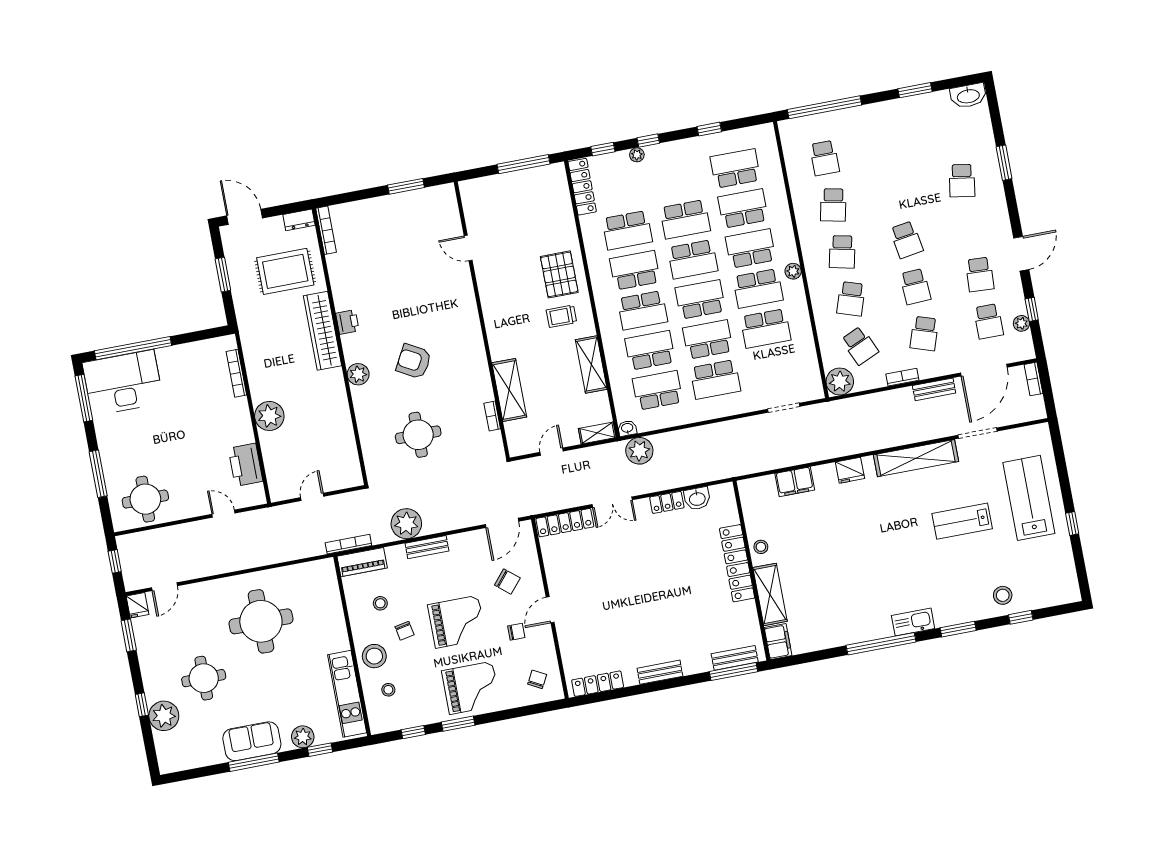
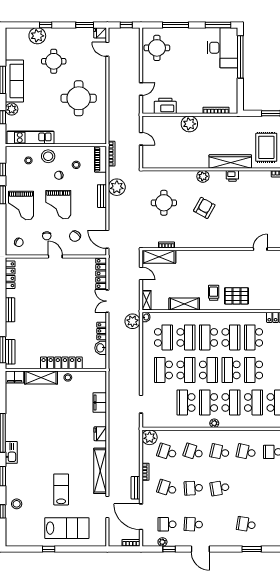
school desk: (860, 346) -> (167, 452), turned 42
shelving: (509, 390) -> (159, 257), moved
sofa: (252, 741) -> (14, 81), width x1.36

